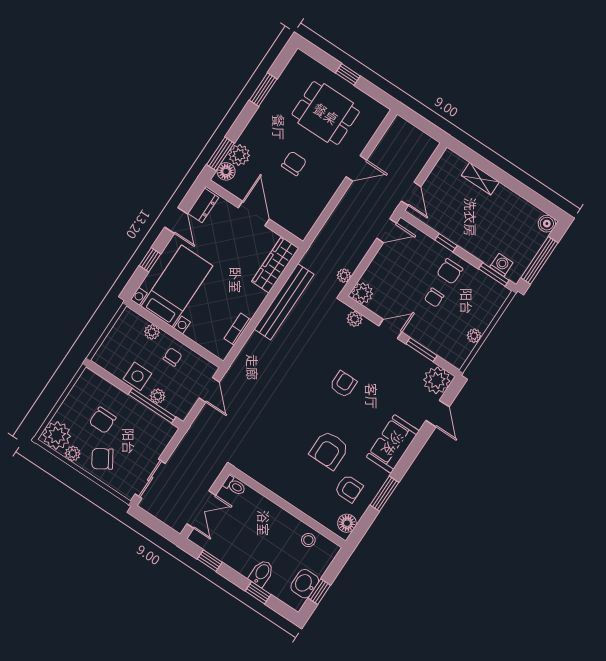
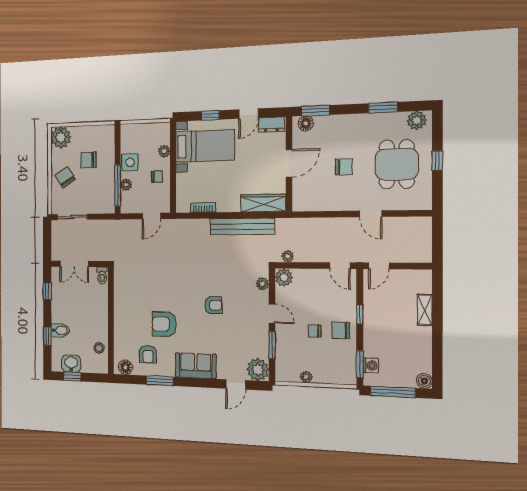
plant: (239, 155) -> (417, 120), moved
plant: (73, 454) -> (56, 156), removed

